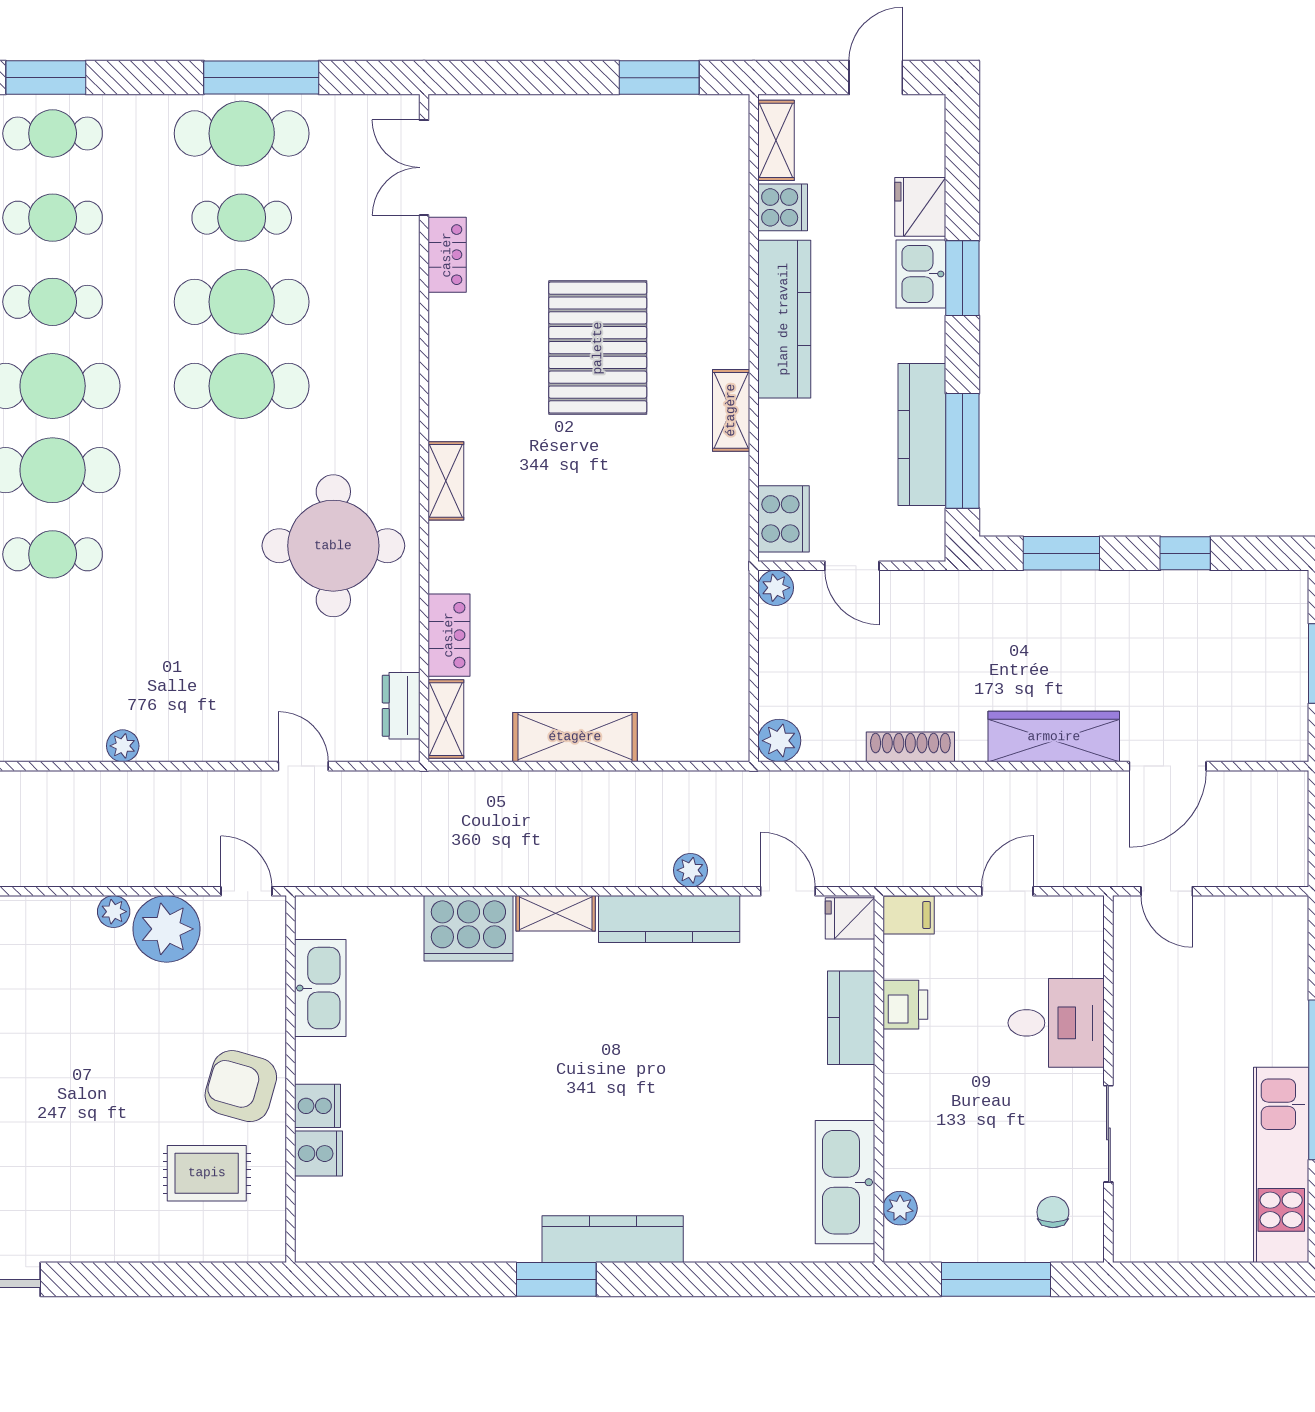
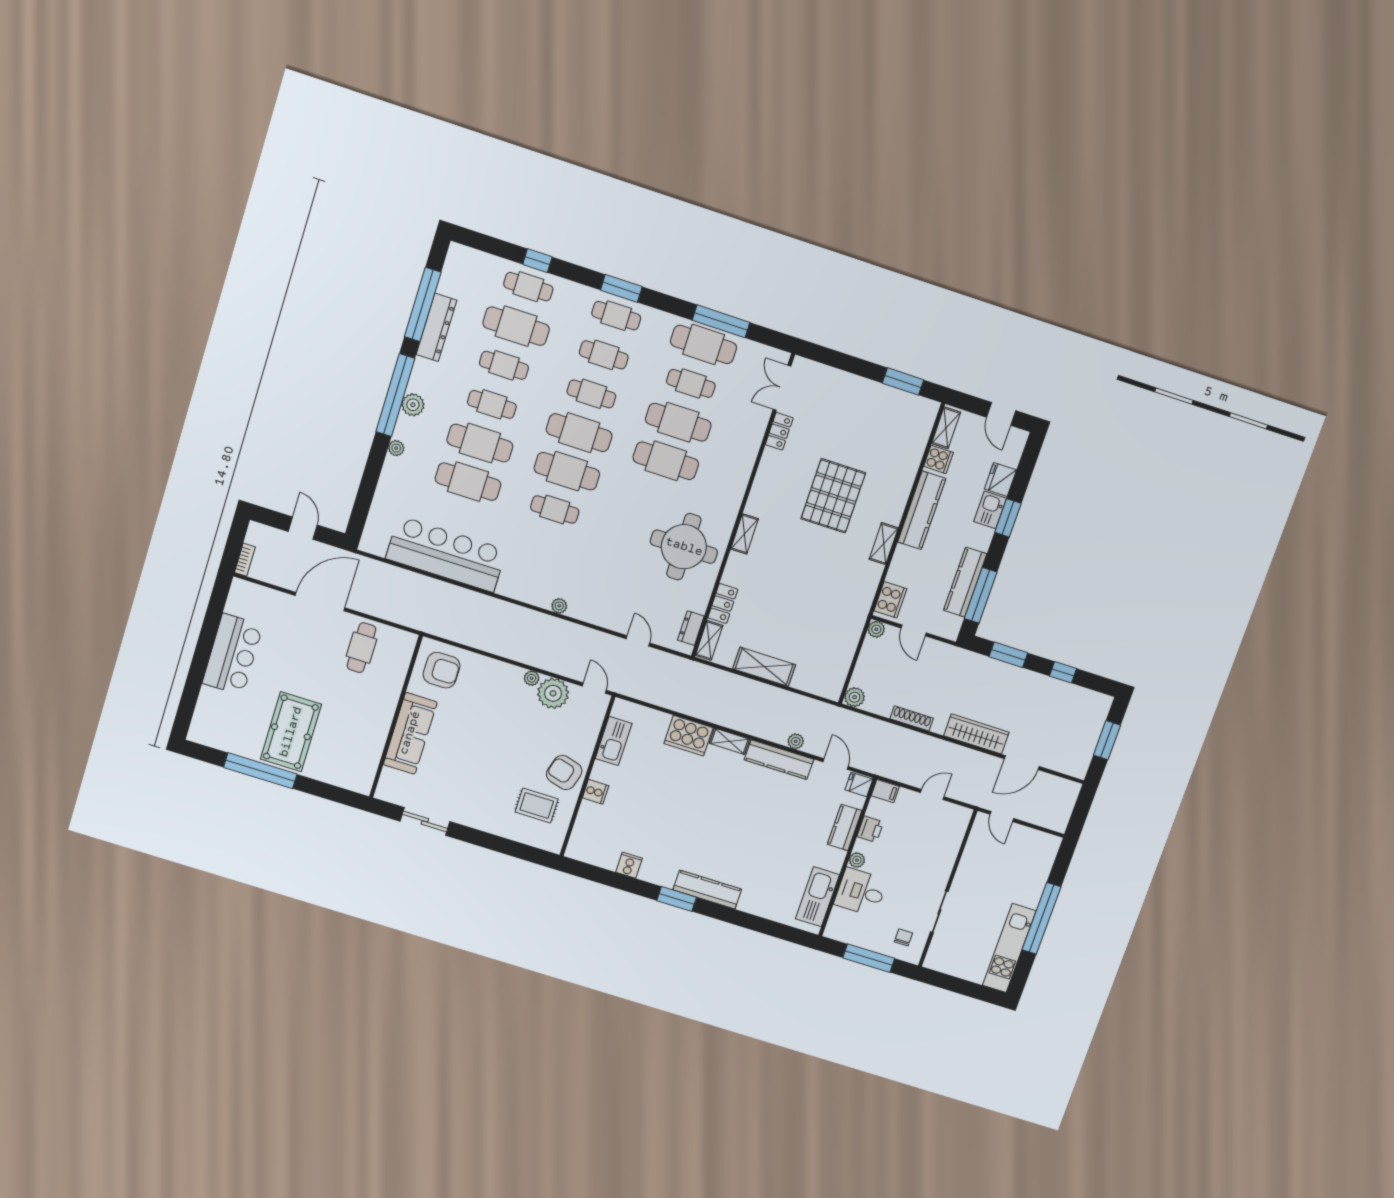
door: (876, 78) -> (1001, 414), swing flipped
desk: (1056, 1023) -> (861, 892), moved, turned 180
cooker: (319, 1154) -> (629, 865), moved, turned -90
plant: (900, 1208) -> (857, 860), moved

